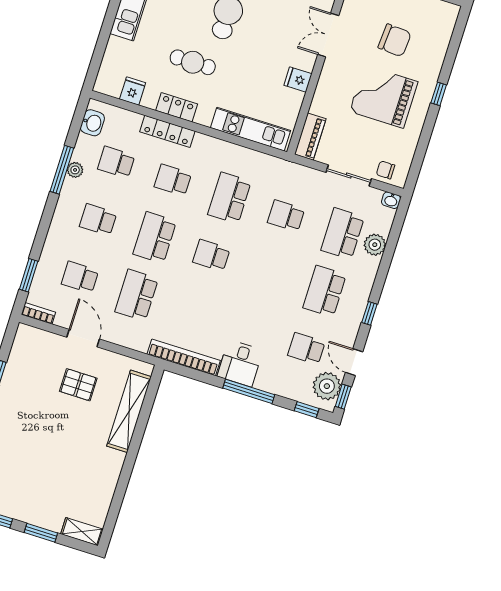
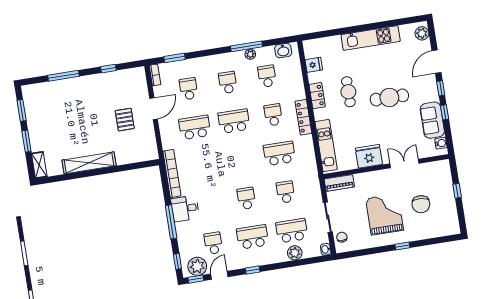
fridge: (298, 79) -> (369, 156), width x1.88, depth x1.34
locker: (167, 131) -> (303, 117), moved
school desk: (211, 255) -> (246, 198), moved
shelving: (129, 411) -> (89, 163), moved

